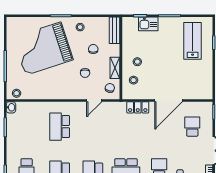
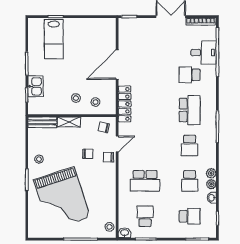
lab bench: (193, 41) -> (54, 39), turned -90
chair: (93, 49) -> (108, 157), moved
shelving: (115, 68) -> (69, 122), moved
door: (94, 100) -> (117, 144), hinge flipped
door: (169, 100) -> (117, 65), swing flipped
locker: (138, 107) -> (125, 104), width x1.53
school desk: (192, 127) -> (145, 216), moved, turned 90

